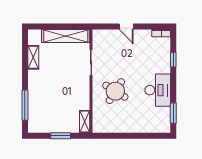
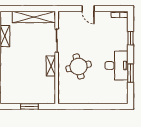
round table: (115, 91) -> (79, 66), turned 45
window: (173, 113) -> (131, 73), moved
shelving: (85, 122) -> (51, 66), moved

